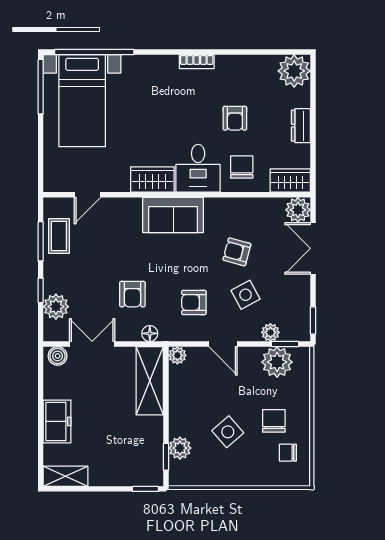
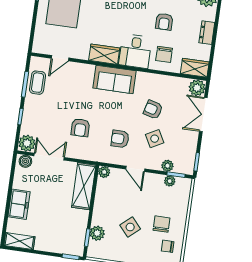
chair: (242, 167) -> (164, 54), turned 180
plant: (56, 307) -> (27, 143), moved
floor lamp: (150, 333) -> (88, 155), removed
plant: (277, 362) -> (170, 181), width x0.53, depth x0.53

